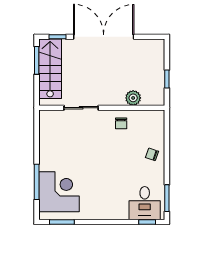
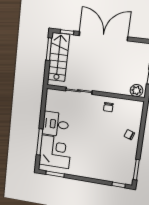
plant: (133, 98) -> (136, 91), moved
desk: (145, 203) -> (56, 124), moved, turned 90

